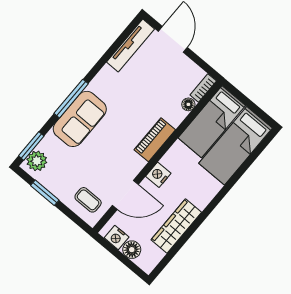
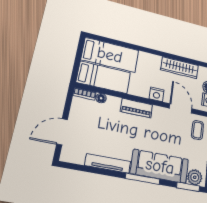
tv unit: (131, 45) -> (108, 163), moved
sofa: (80, 119) -> (160, 166), width x1.36

